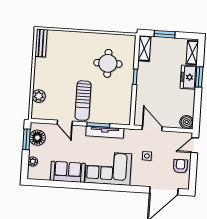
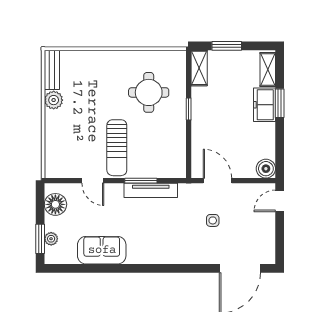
plant: (39, 96) -> (54, 100), moved
window: (27, 139) -> (40, 239), moved
armchair: (180, 166) -> (261, 232), removed
corner sofa: (108, 168) -> (159, 241), removed

